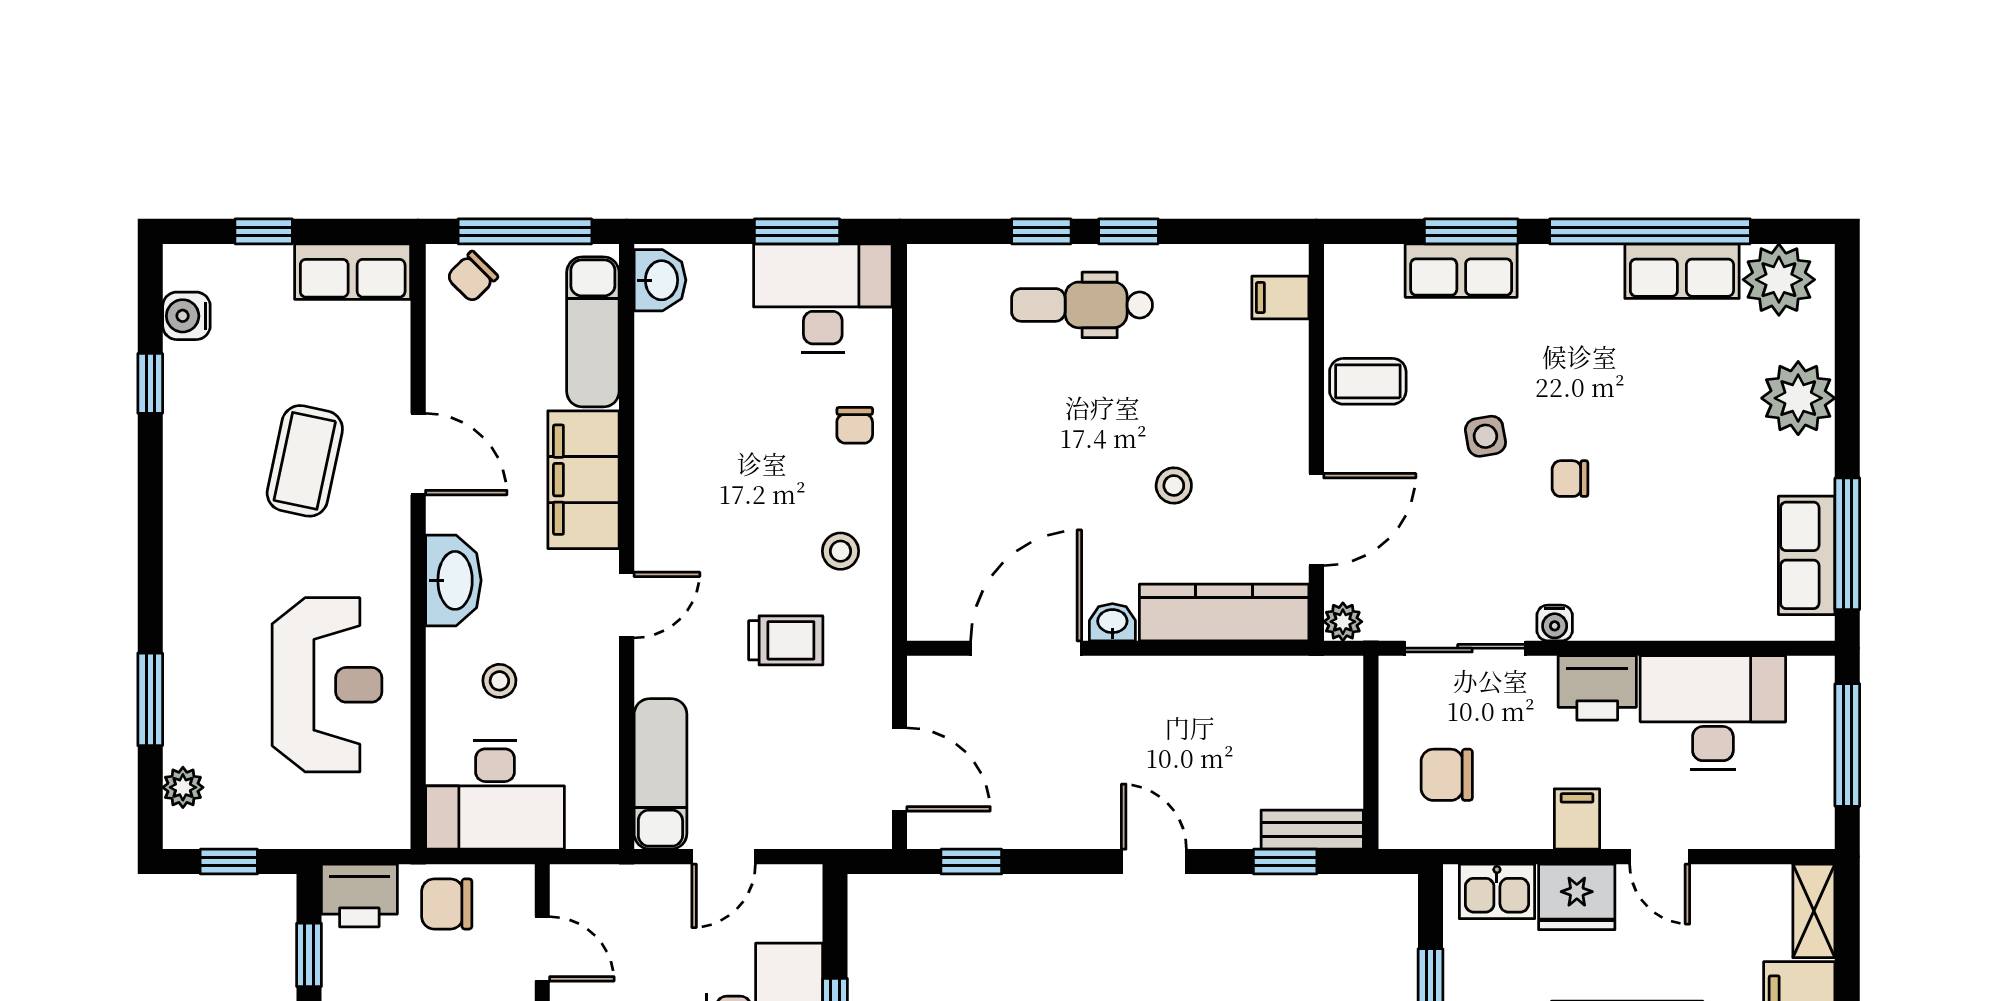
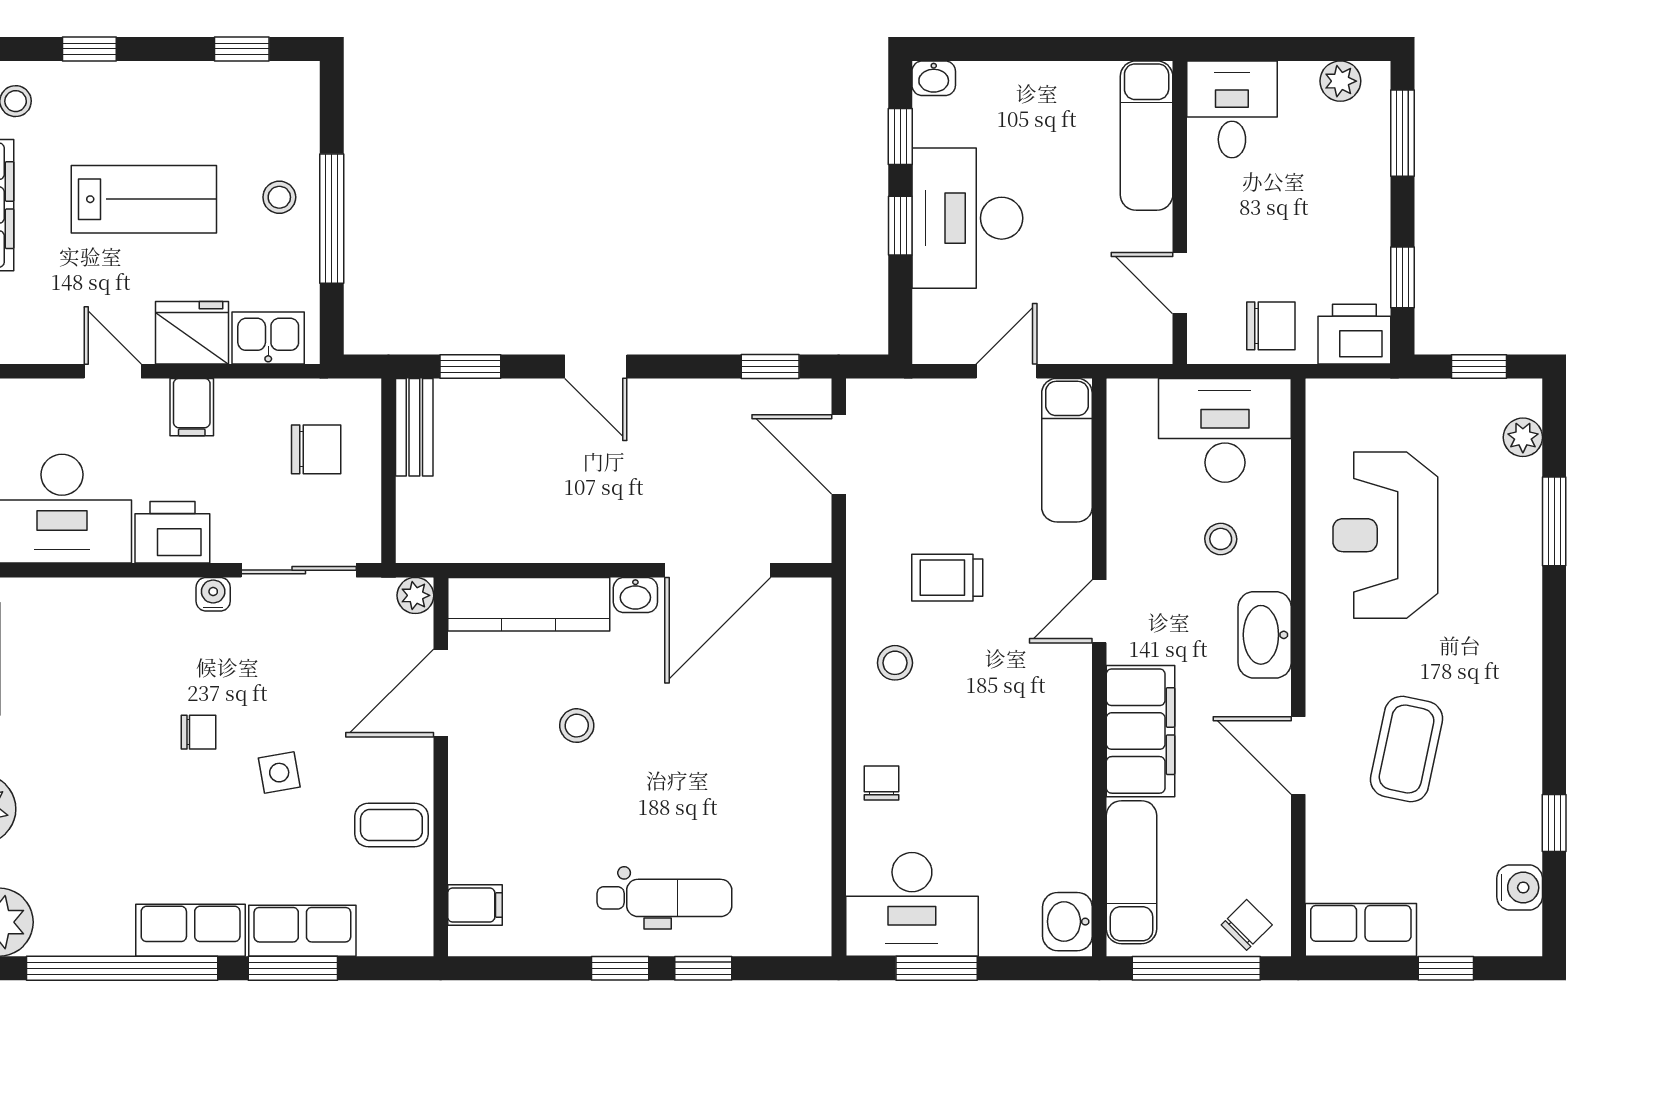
row of seats: (1682, 271) -> (191, 930), moved
bench: (1312, 830) -> (414, 427), moved, turned 90

